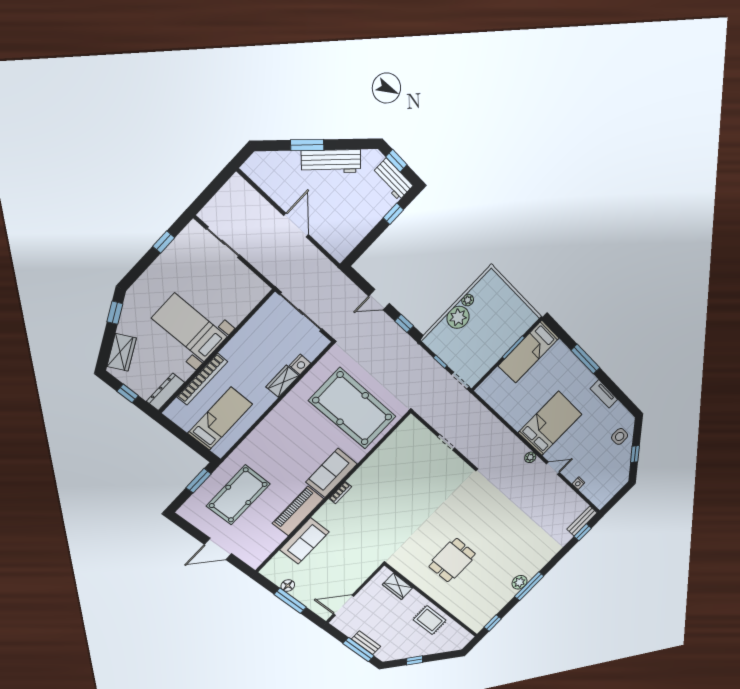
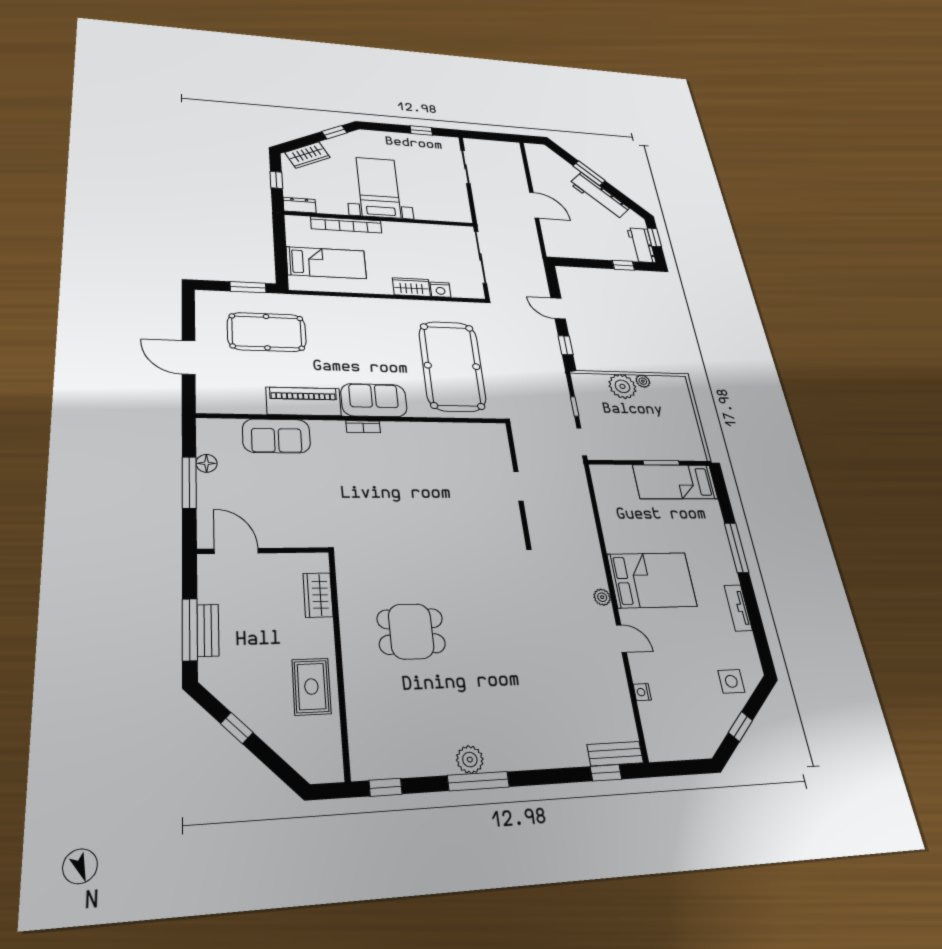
door: (296, 225) -> (534, 205), hinge flipped
dresser: (166, 392) -> (300, 205), width x0.70

